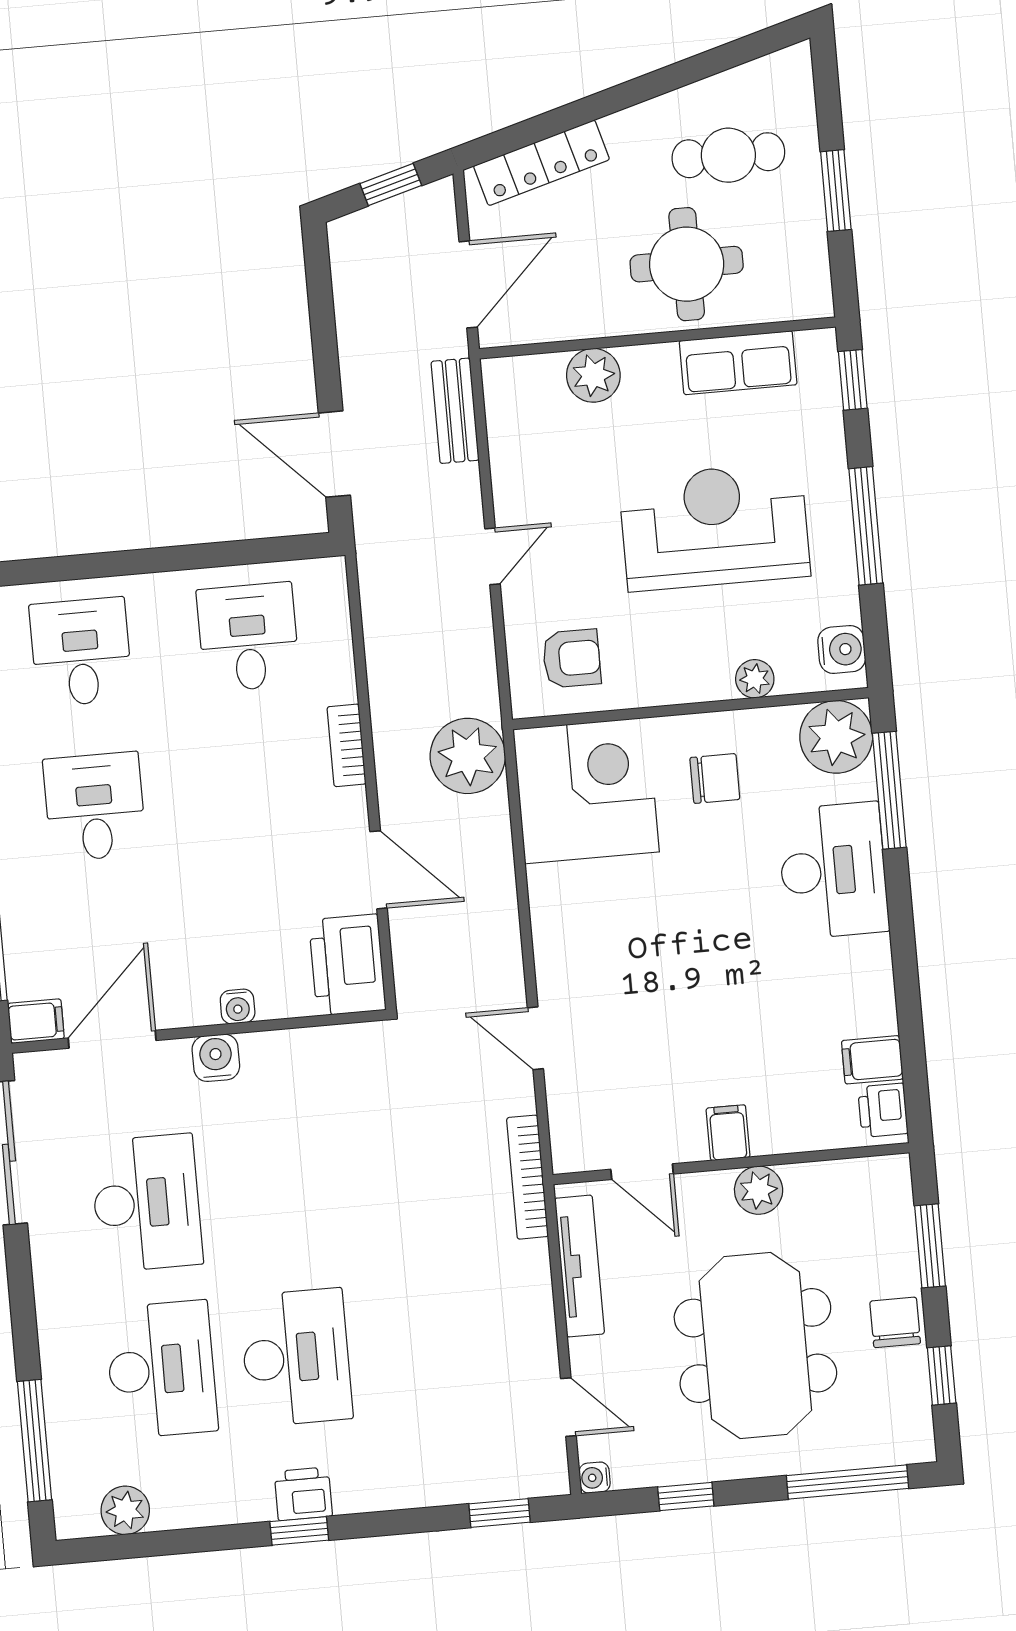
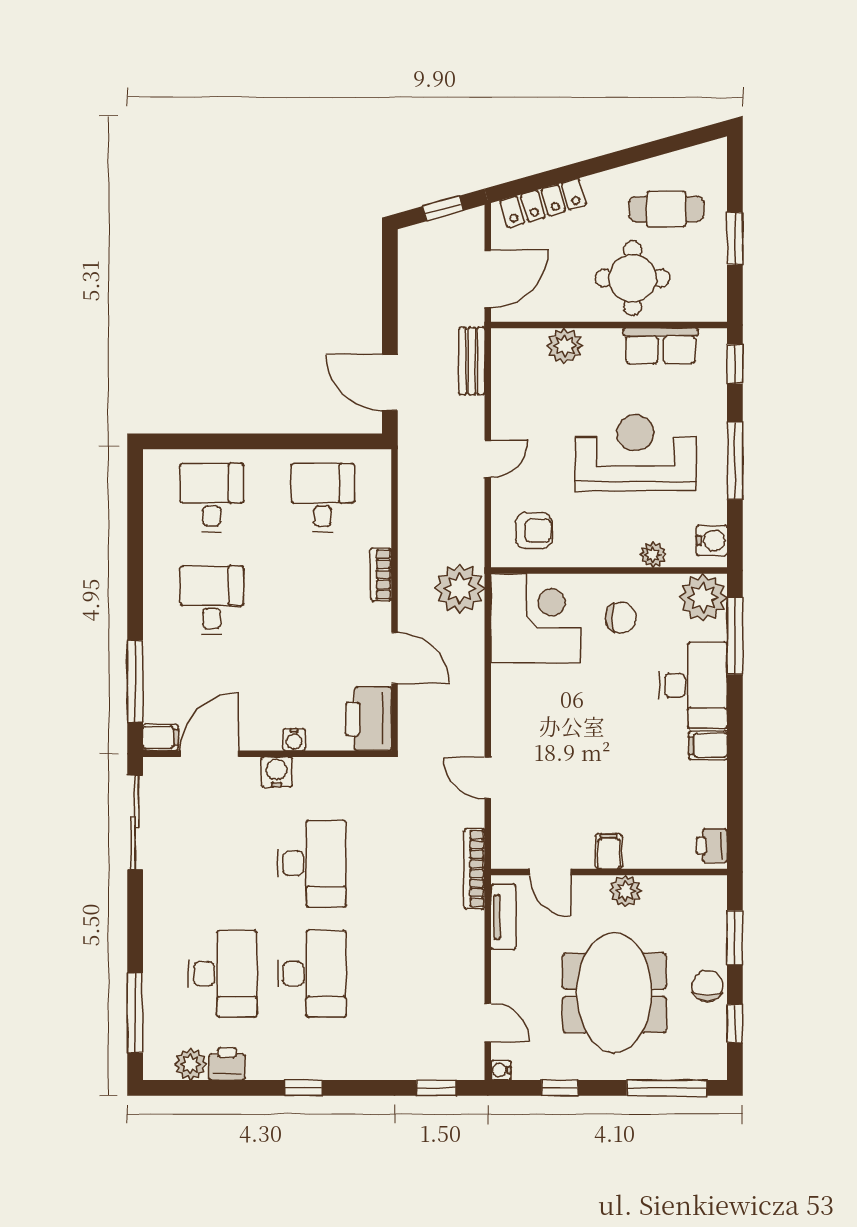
filing cabinet: (872, 1060) -> (708, 745), moved
desk: (146, 1203) -> (312, 863), moved
tv unit: (579, 1266) -> (503, 917), width x0.71
printer: (303, 1494) -> (227, 1064), moved

